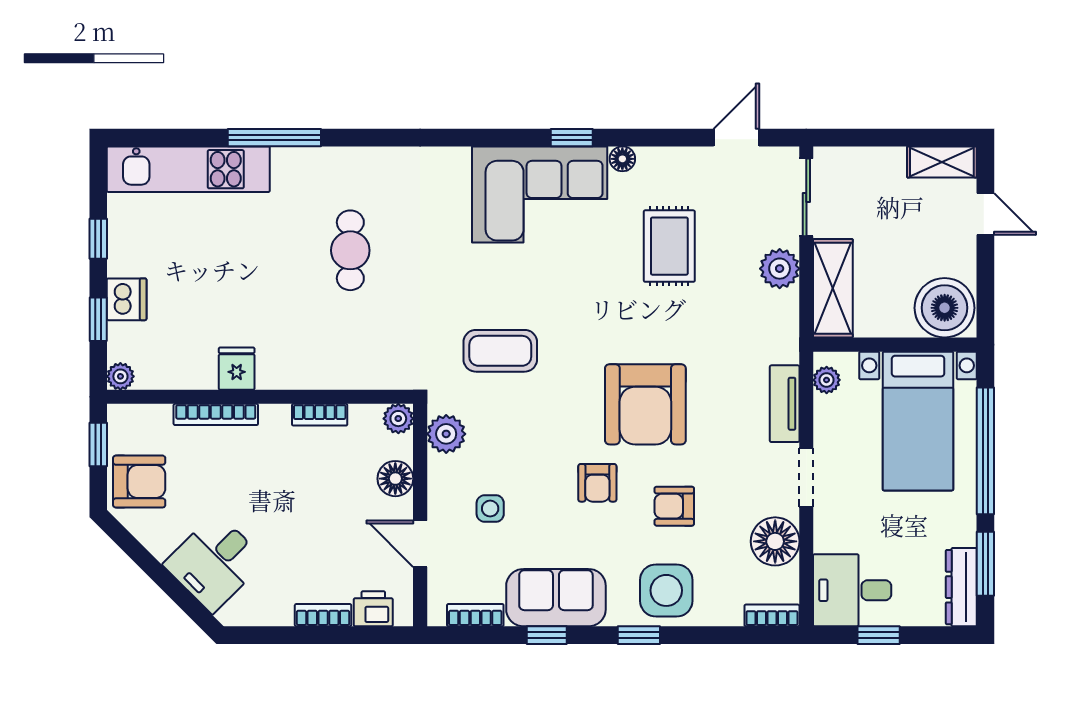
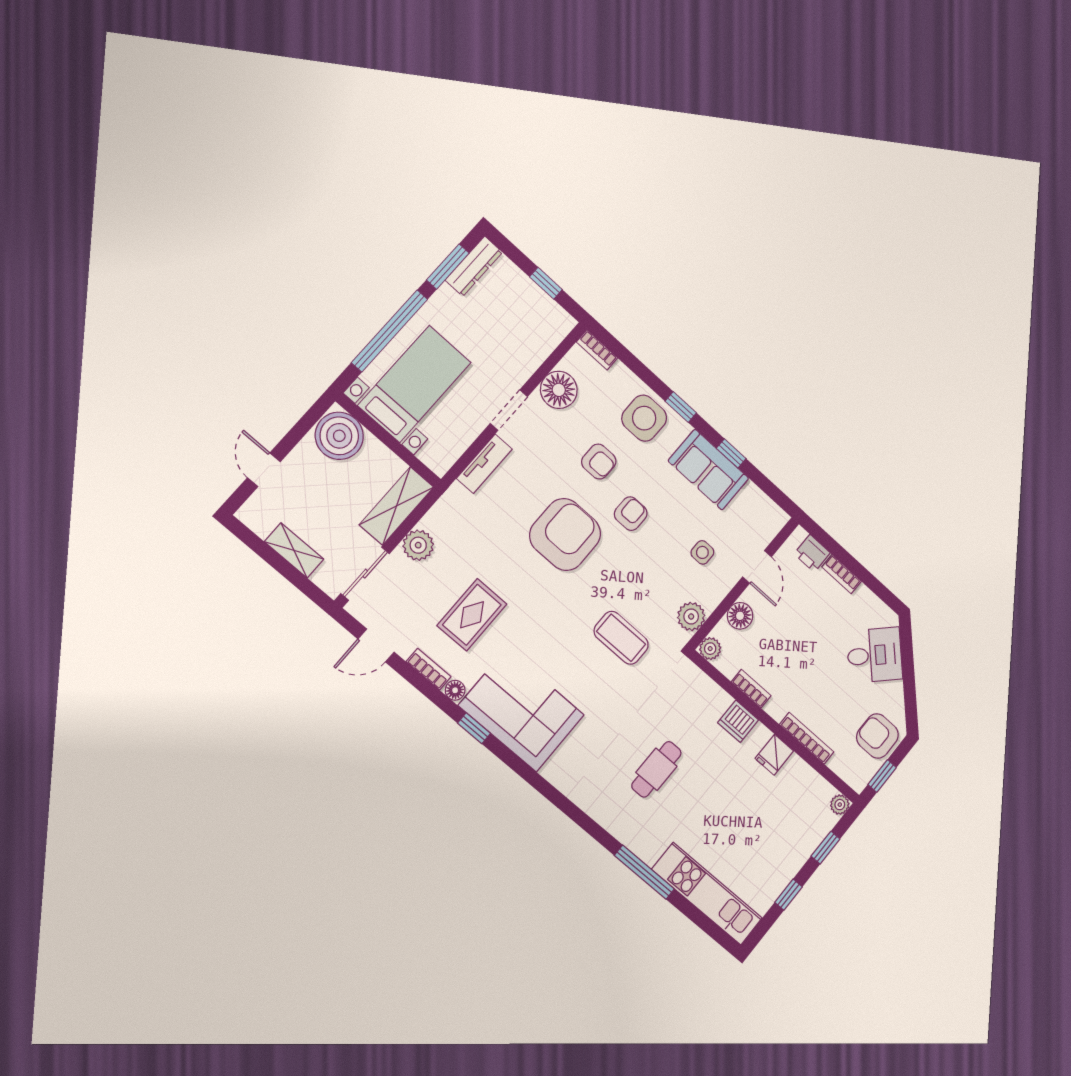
shelving: (942, 162) -> (294, 550), moved
dishwasher: (127, 299) -> (738, 721), moved, turned -90
plant: (827, 380) -> (448, 456), removed
desk: (852, 590) -> (539, 322), removed
bookcase: (475, 615) -> (429, 669), moved, turned 180

